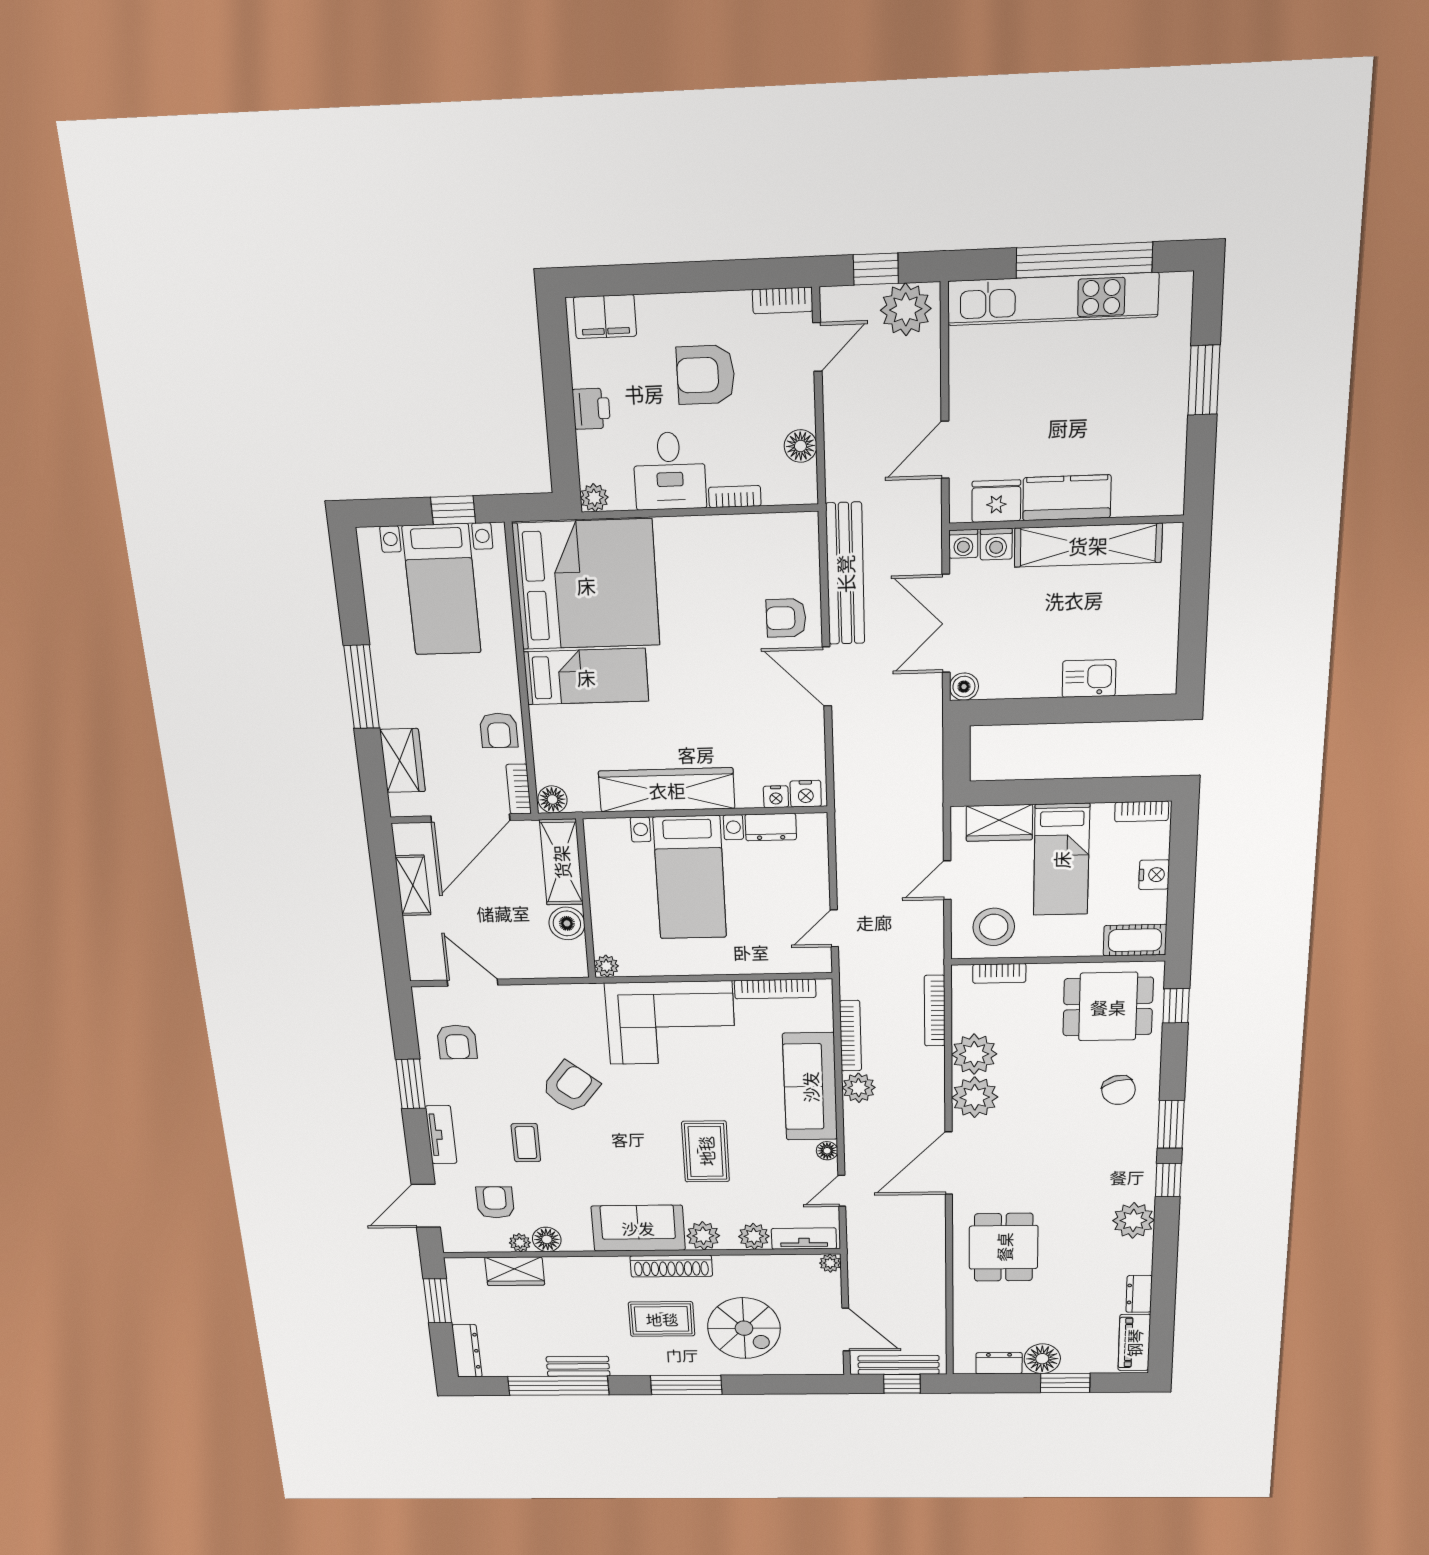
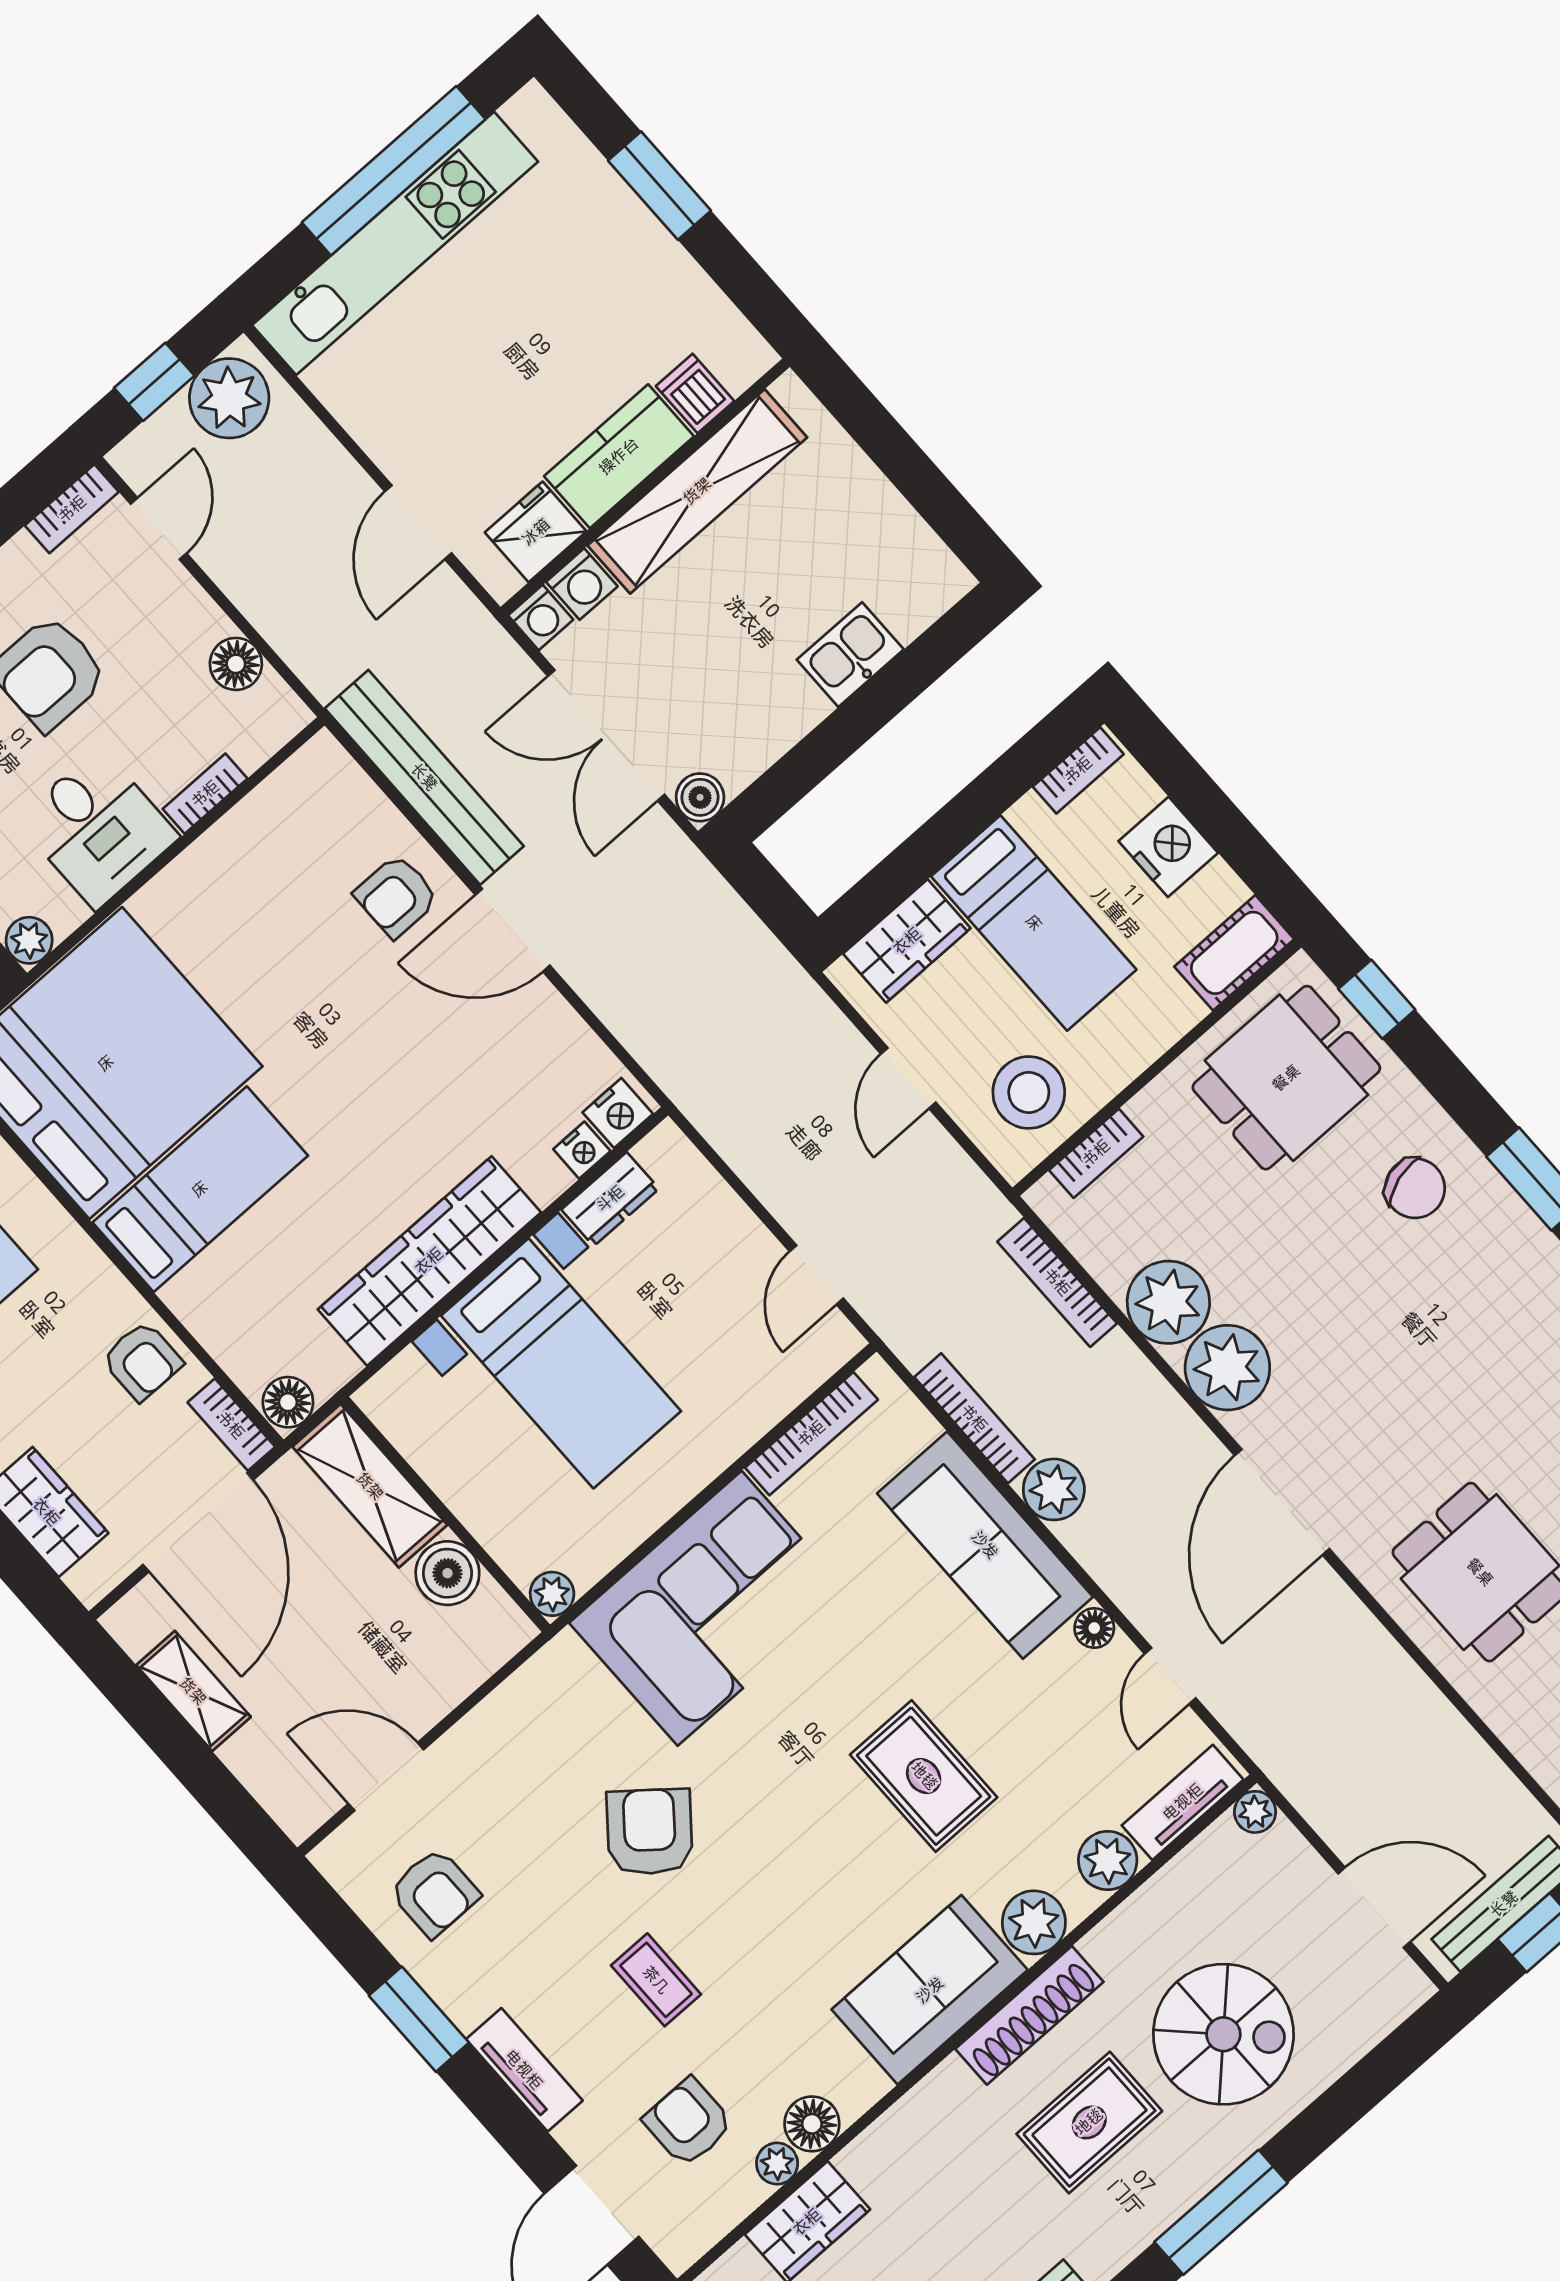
dishwasher: (1129, 498) -> (695, 394), added
nightstand: (1154, 875) -> (1168, 847), width x1.36, depth x1.33

